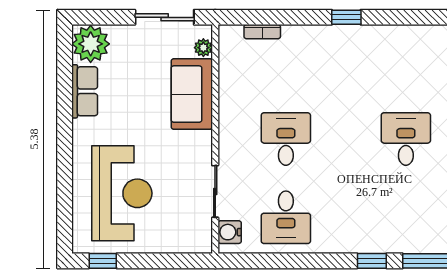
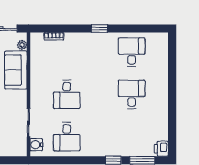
desk: (406, 61) -> (132, 52), added
desk: (286, 139) -> (67, 94), turned 180

